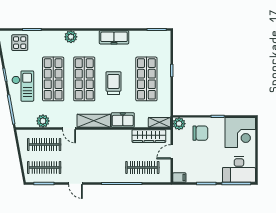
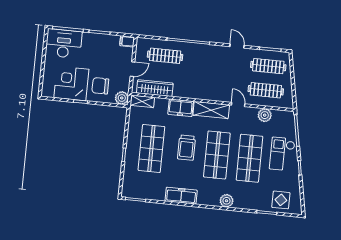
corner desk: (240, 133) -> (71, 84), moved

